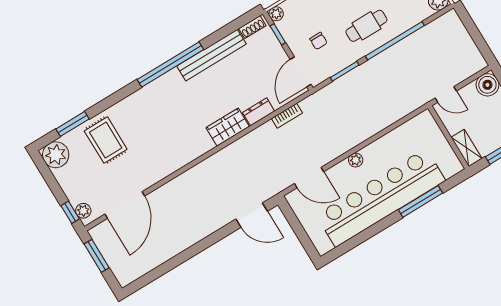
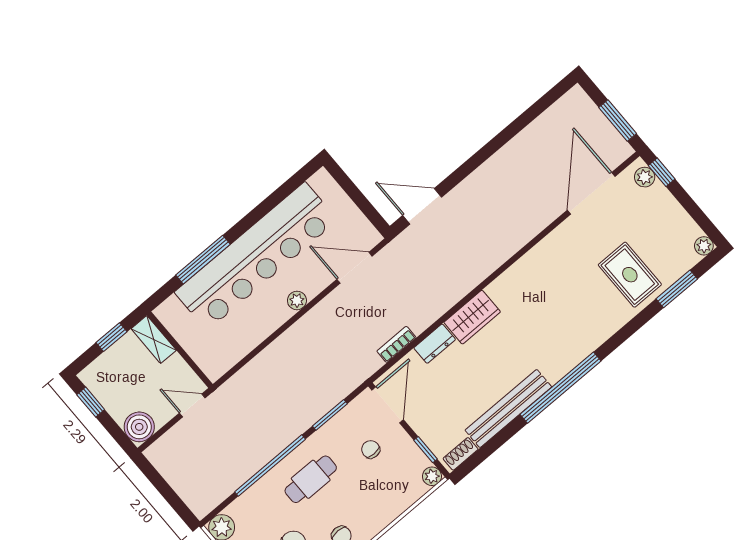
plant: (56, 155) -> (704, 246), width x0.53, depth x0.53

